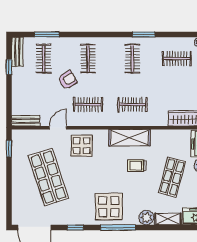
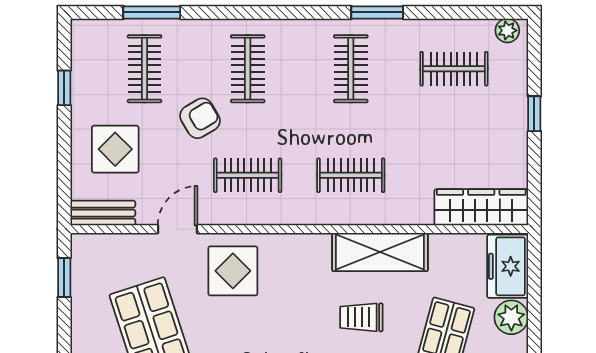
bench: (17, 52) -> (83, 53), removed
display table: (31, 93) -> (115, 149), added
shelving: (129, 138) -> (380, 252), moved

